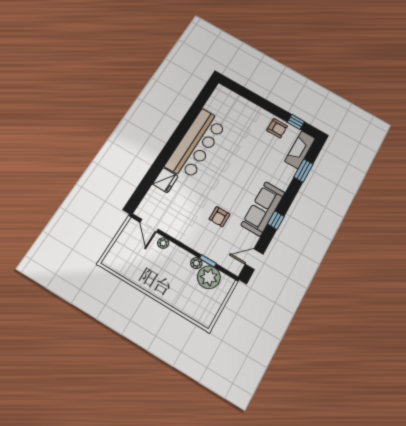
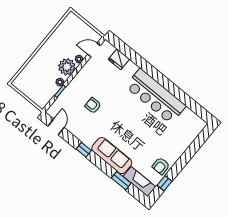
fridge: (165, 180) -> (119, 59), moved
sofa: (263, 209) -> (112, 156), moved
plant: (209, 277) -> (67, 67), moved

